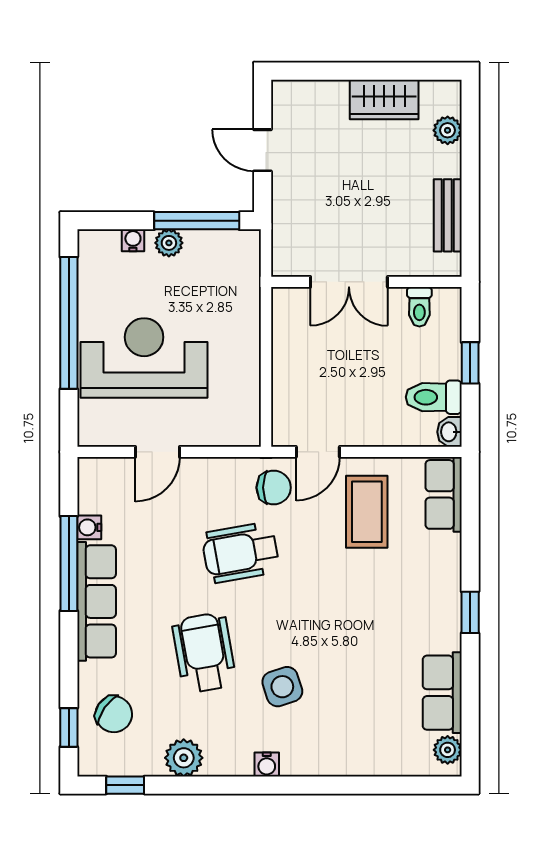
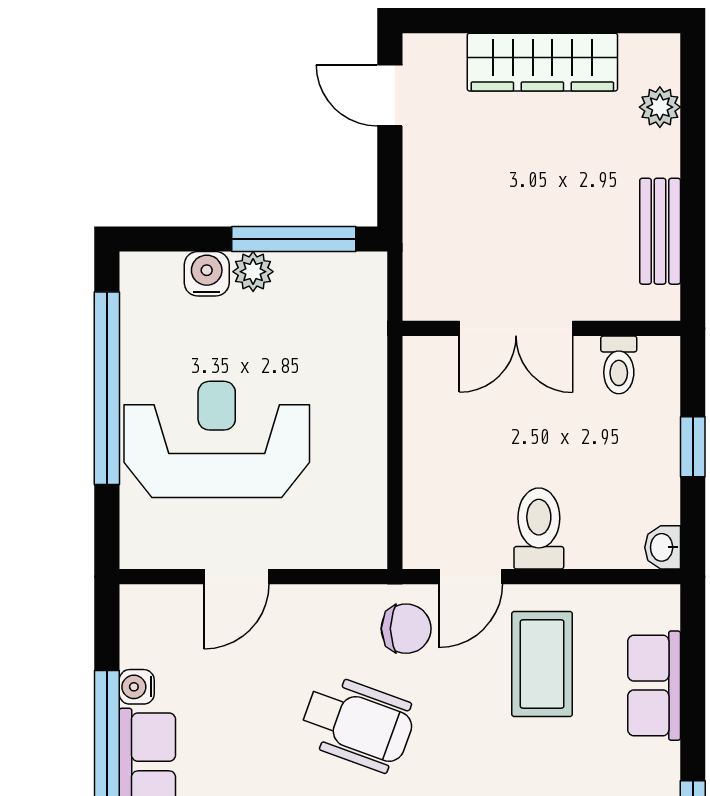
wardrobe: (384, 99) -> (542, 62), width x1.50
door: (263, 150) -> (390, 95), moved
water cooler: (133, 240) -> (207, 274), width x1.38, depth x1.38
toilet: (434, 397) -> (539, 528), moved, turned 90
row of seats: (444, 494) -> (654, 686), moved
wheelchair: (241, 552) -> (358, 724), turned -150

